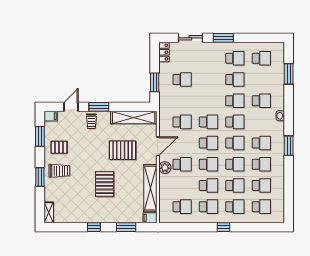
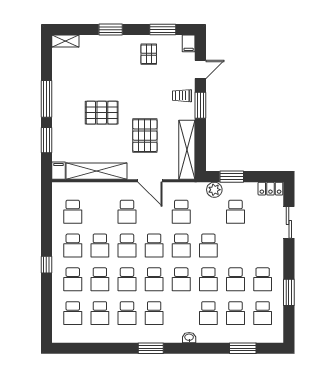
window: (223, 38) -> (289, 292), moved
school desk: (261, 80) -> (235, 313), added
school desk: (209, 101) -> (208, 246), added
door: (71, 107) -> (200, 69), hinge flipped
plant: (165, 168) -> (214, 190), moved
trolley: (59, 171) -> (119, 55), removed
window: (94, 227) -> (46, 99), width x2.17

